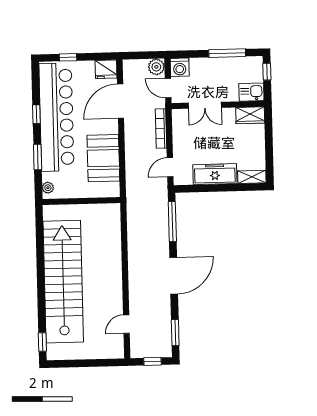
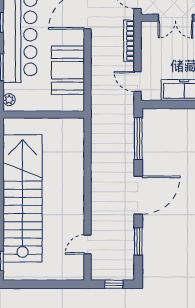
door: (170, 167) -> (137, 82), hinge flipped
window: (175, 333) -> (138, 241), moved

